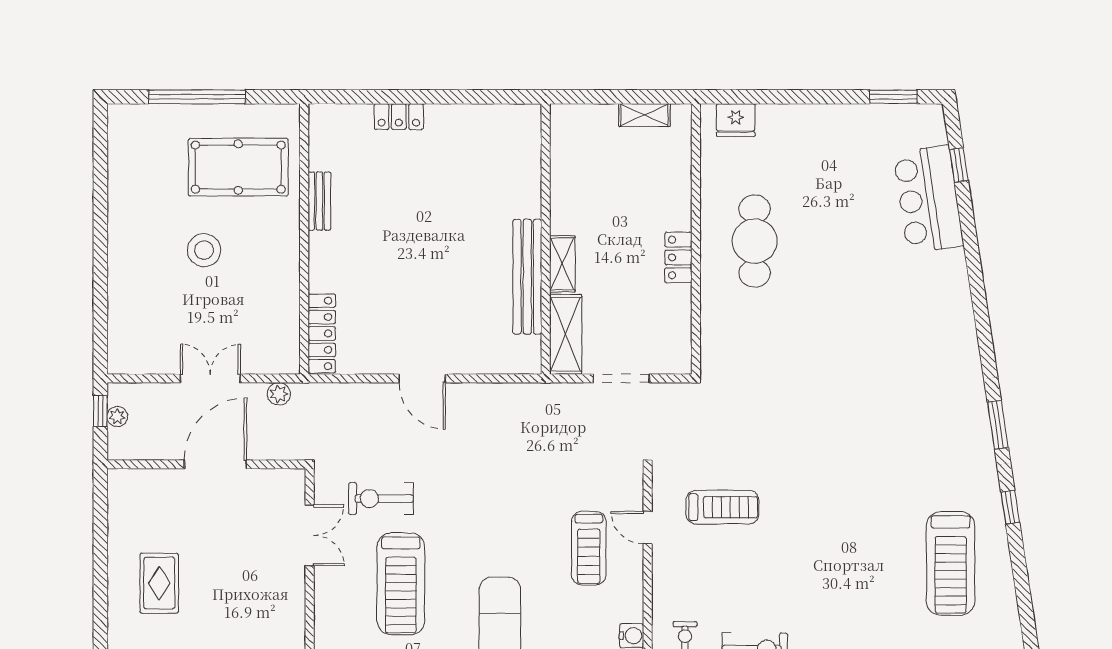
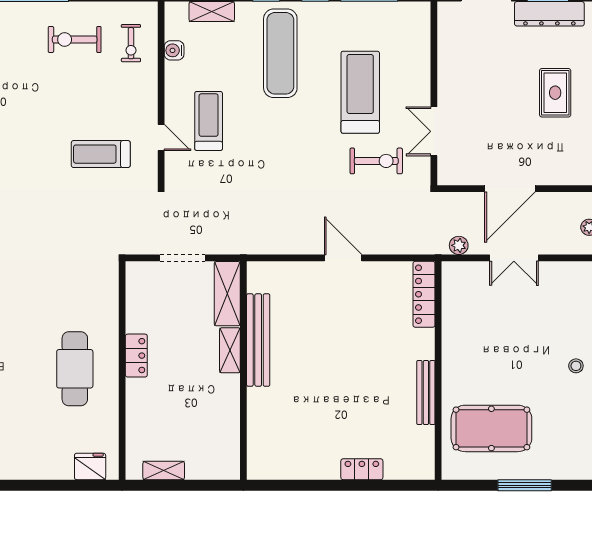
window: (197, 97) -> (525, 485), width x0.68
bench: (319, 201) -> (426, 392), width x1.36
stool: (204, 250) -> (576, 366), moved, width x0.53, depth x0.53

